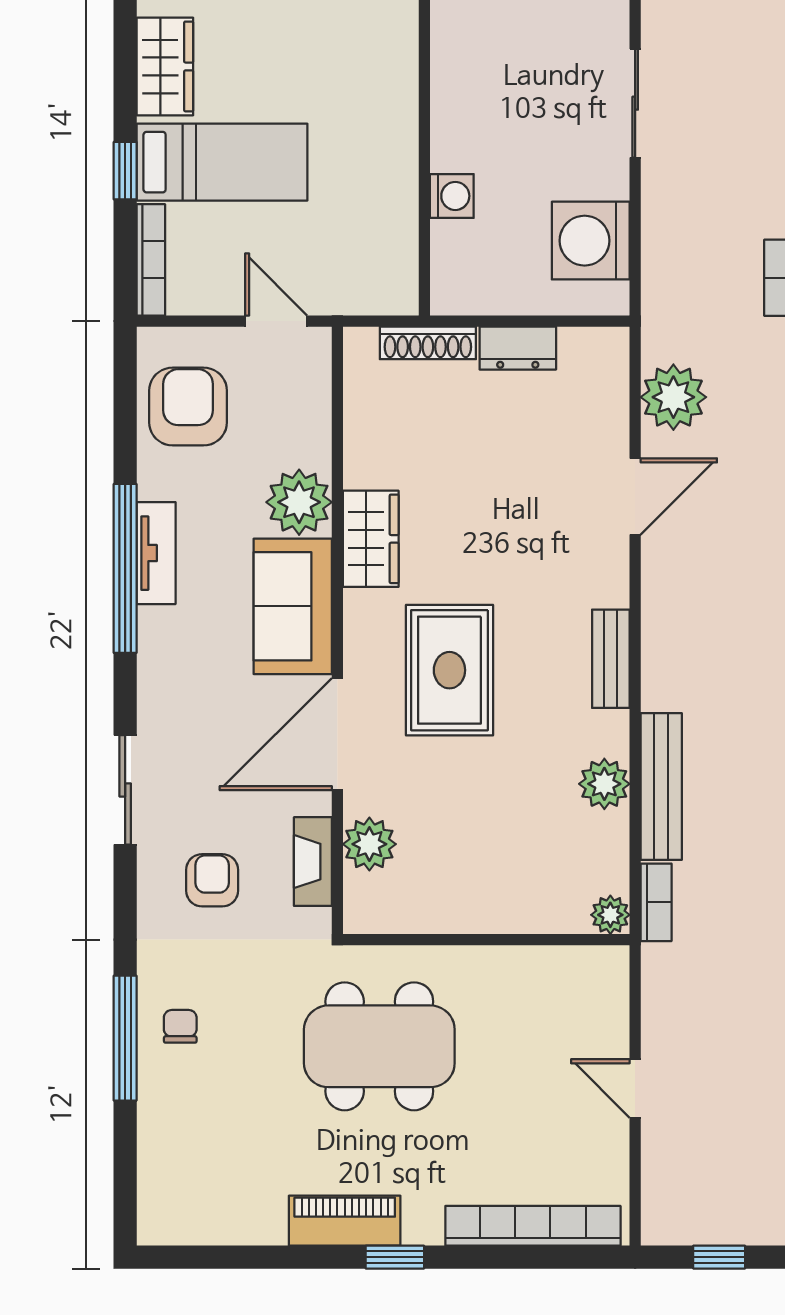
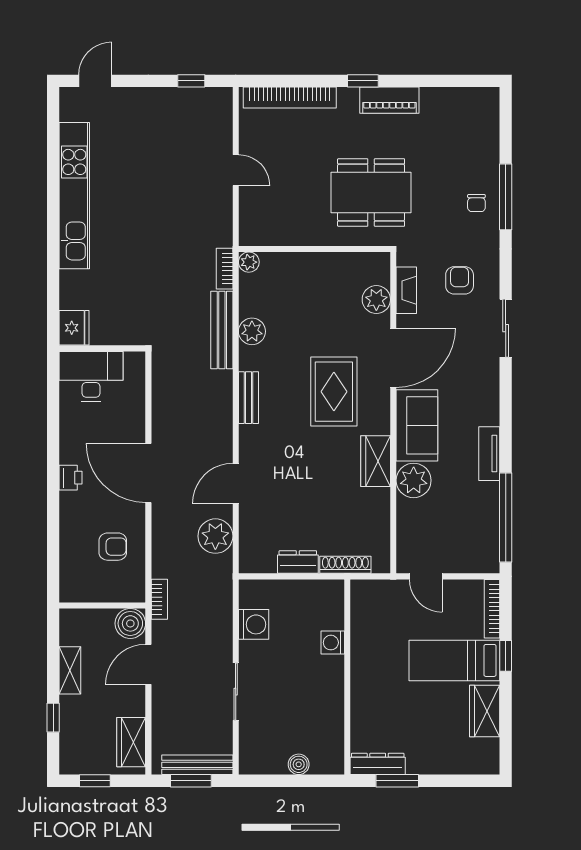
washing machine: (591, 241) -> (254, 624), width x0.73, depth x0.73
armchair: (188, 407) -> (472, 531), removed
window: (125, 568) -> (506, 518), moved
armchair: (212, 880) -> (460, 280), turned 180

